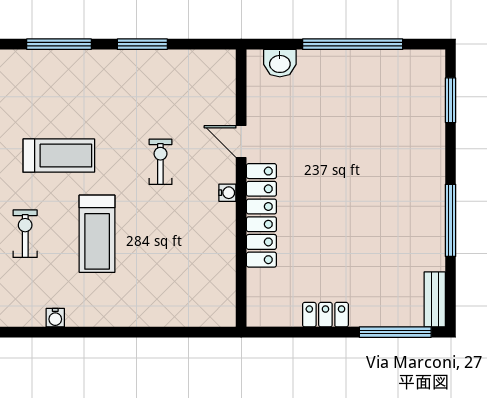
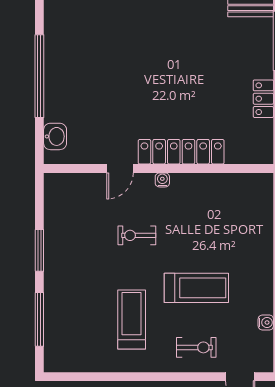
exercise bike: (25, 234) -> (196, 347), turned 180

